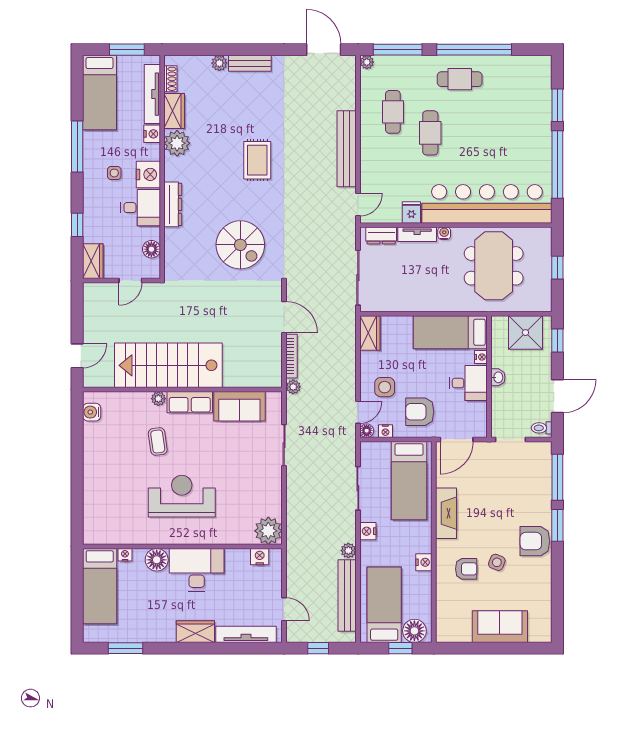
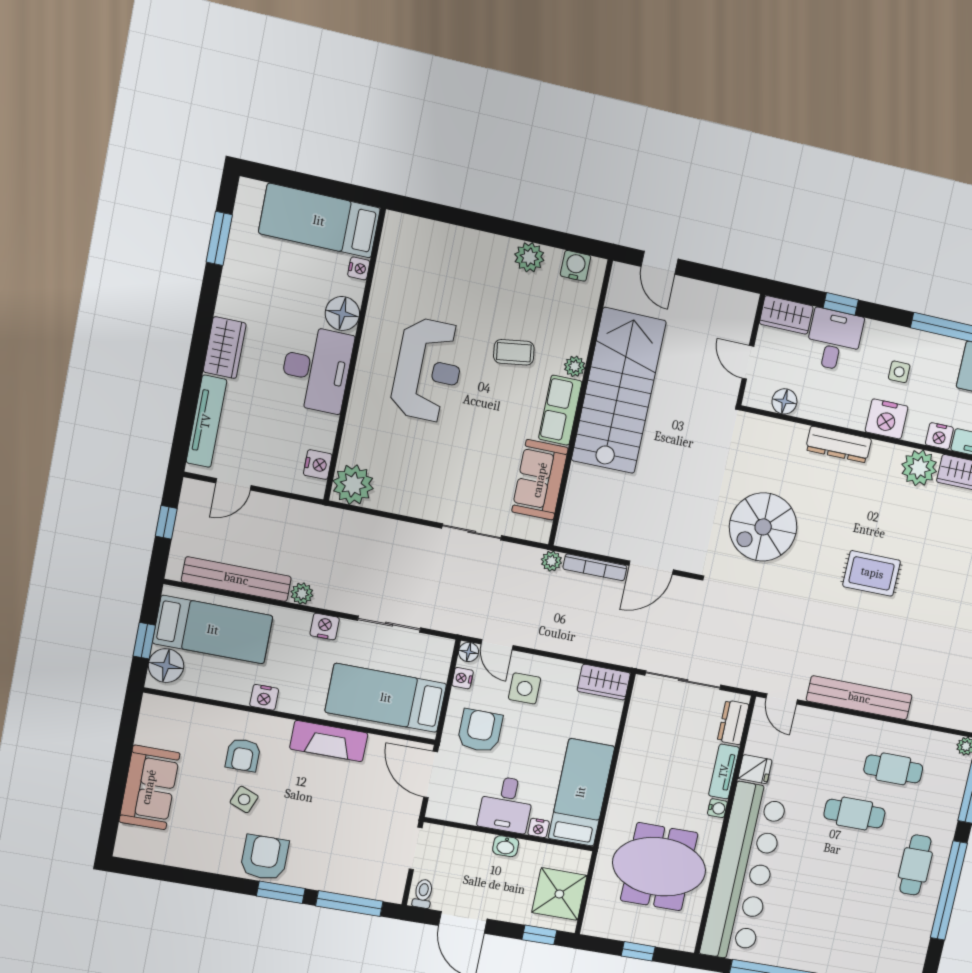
desk: (141, 208) -> (834, 340), moved, turned 180
plant: (93, 444) -> (529, 257), added

